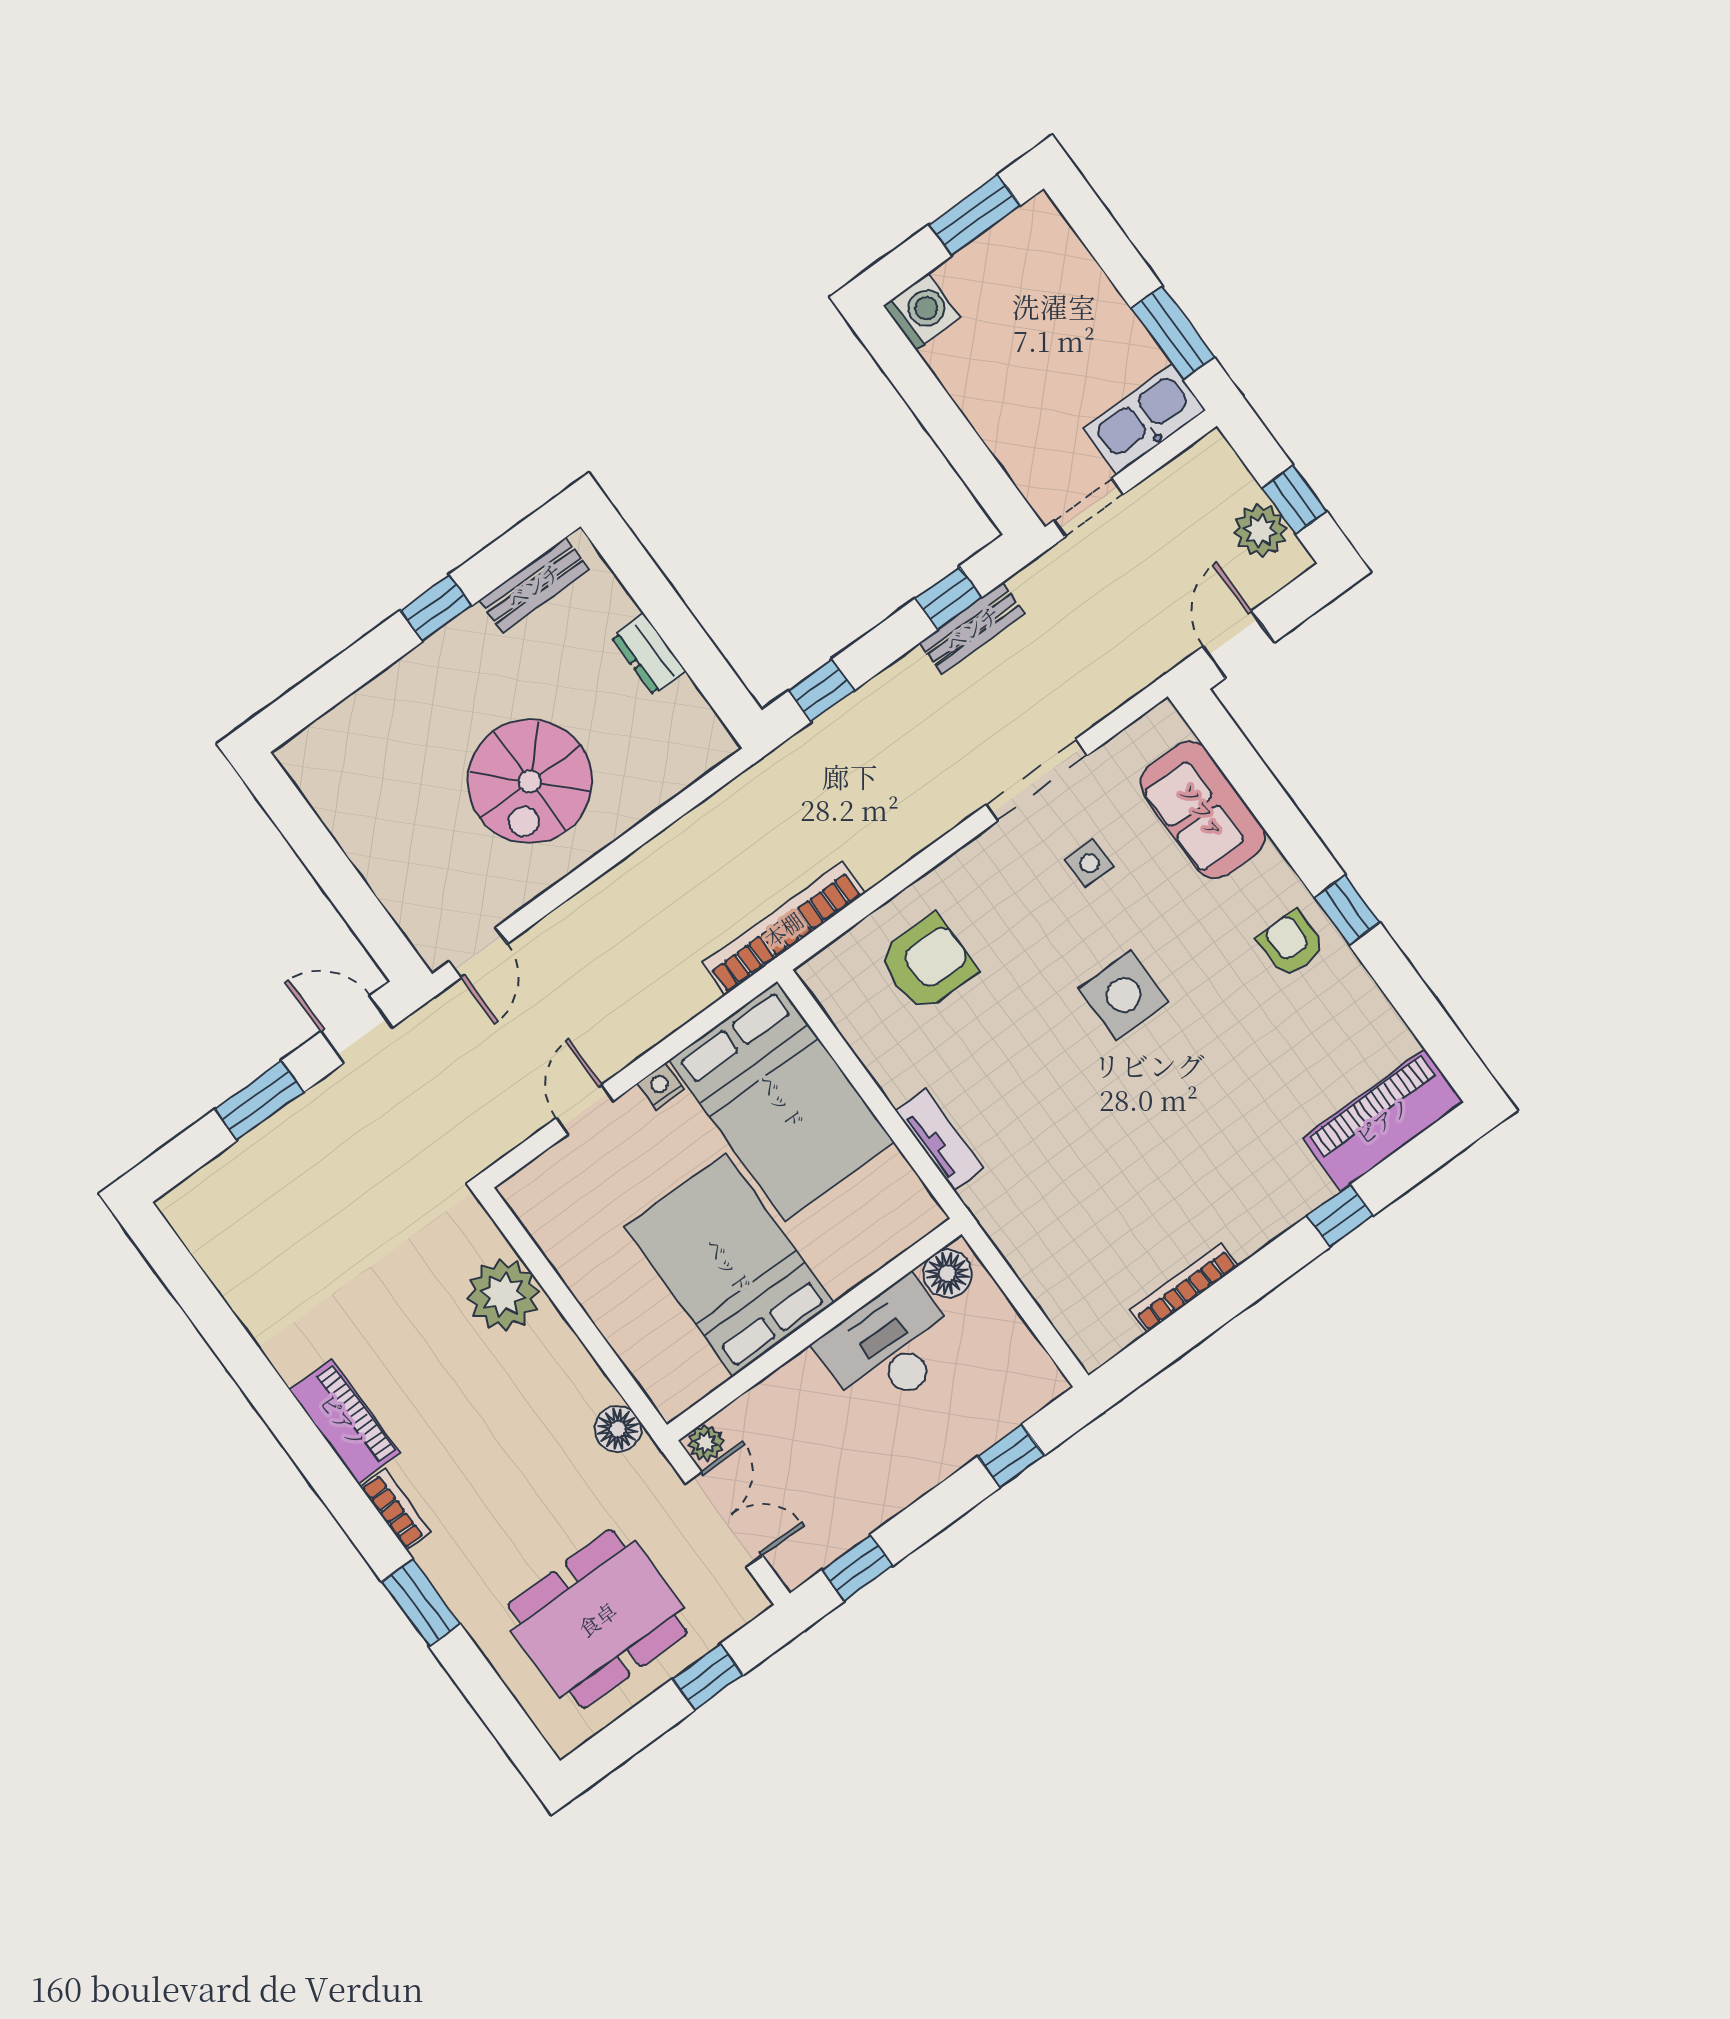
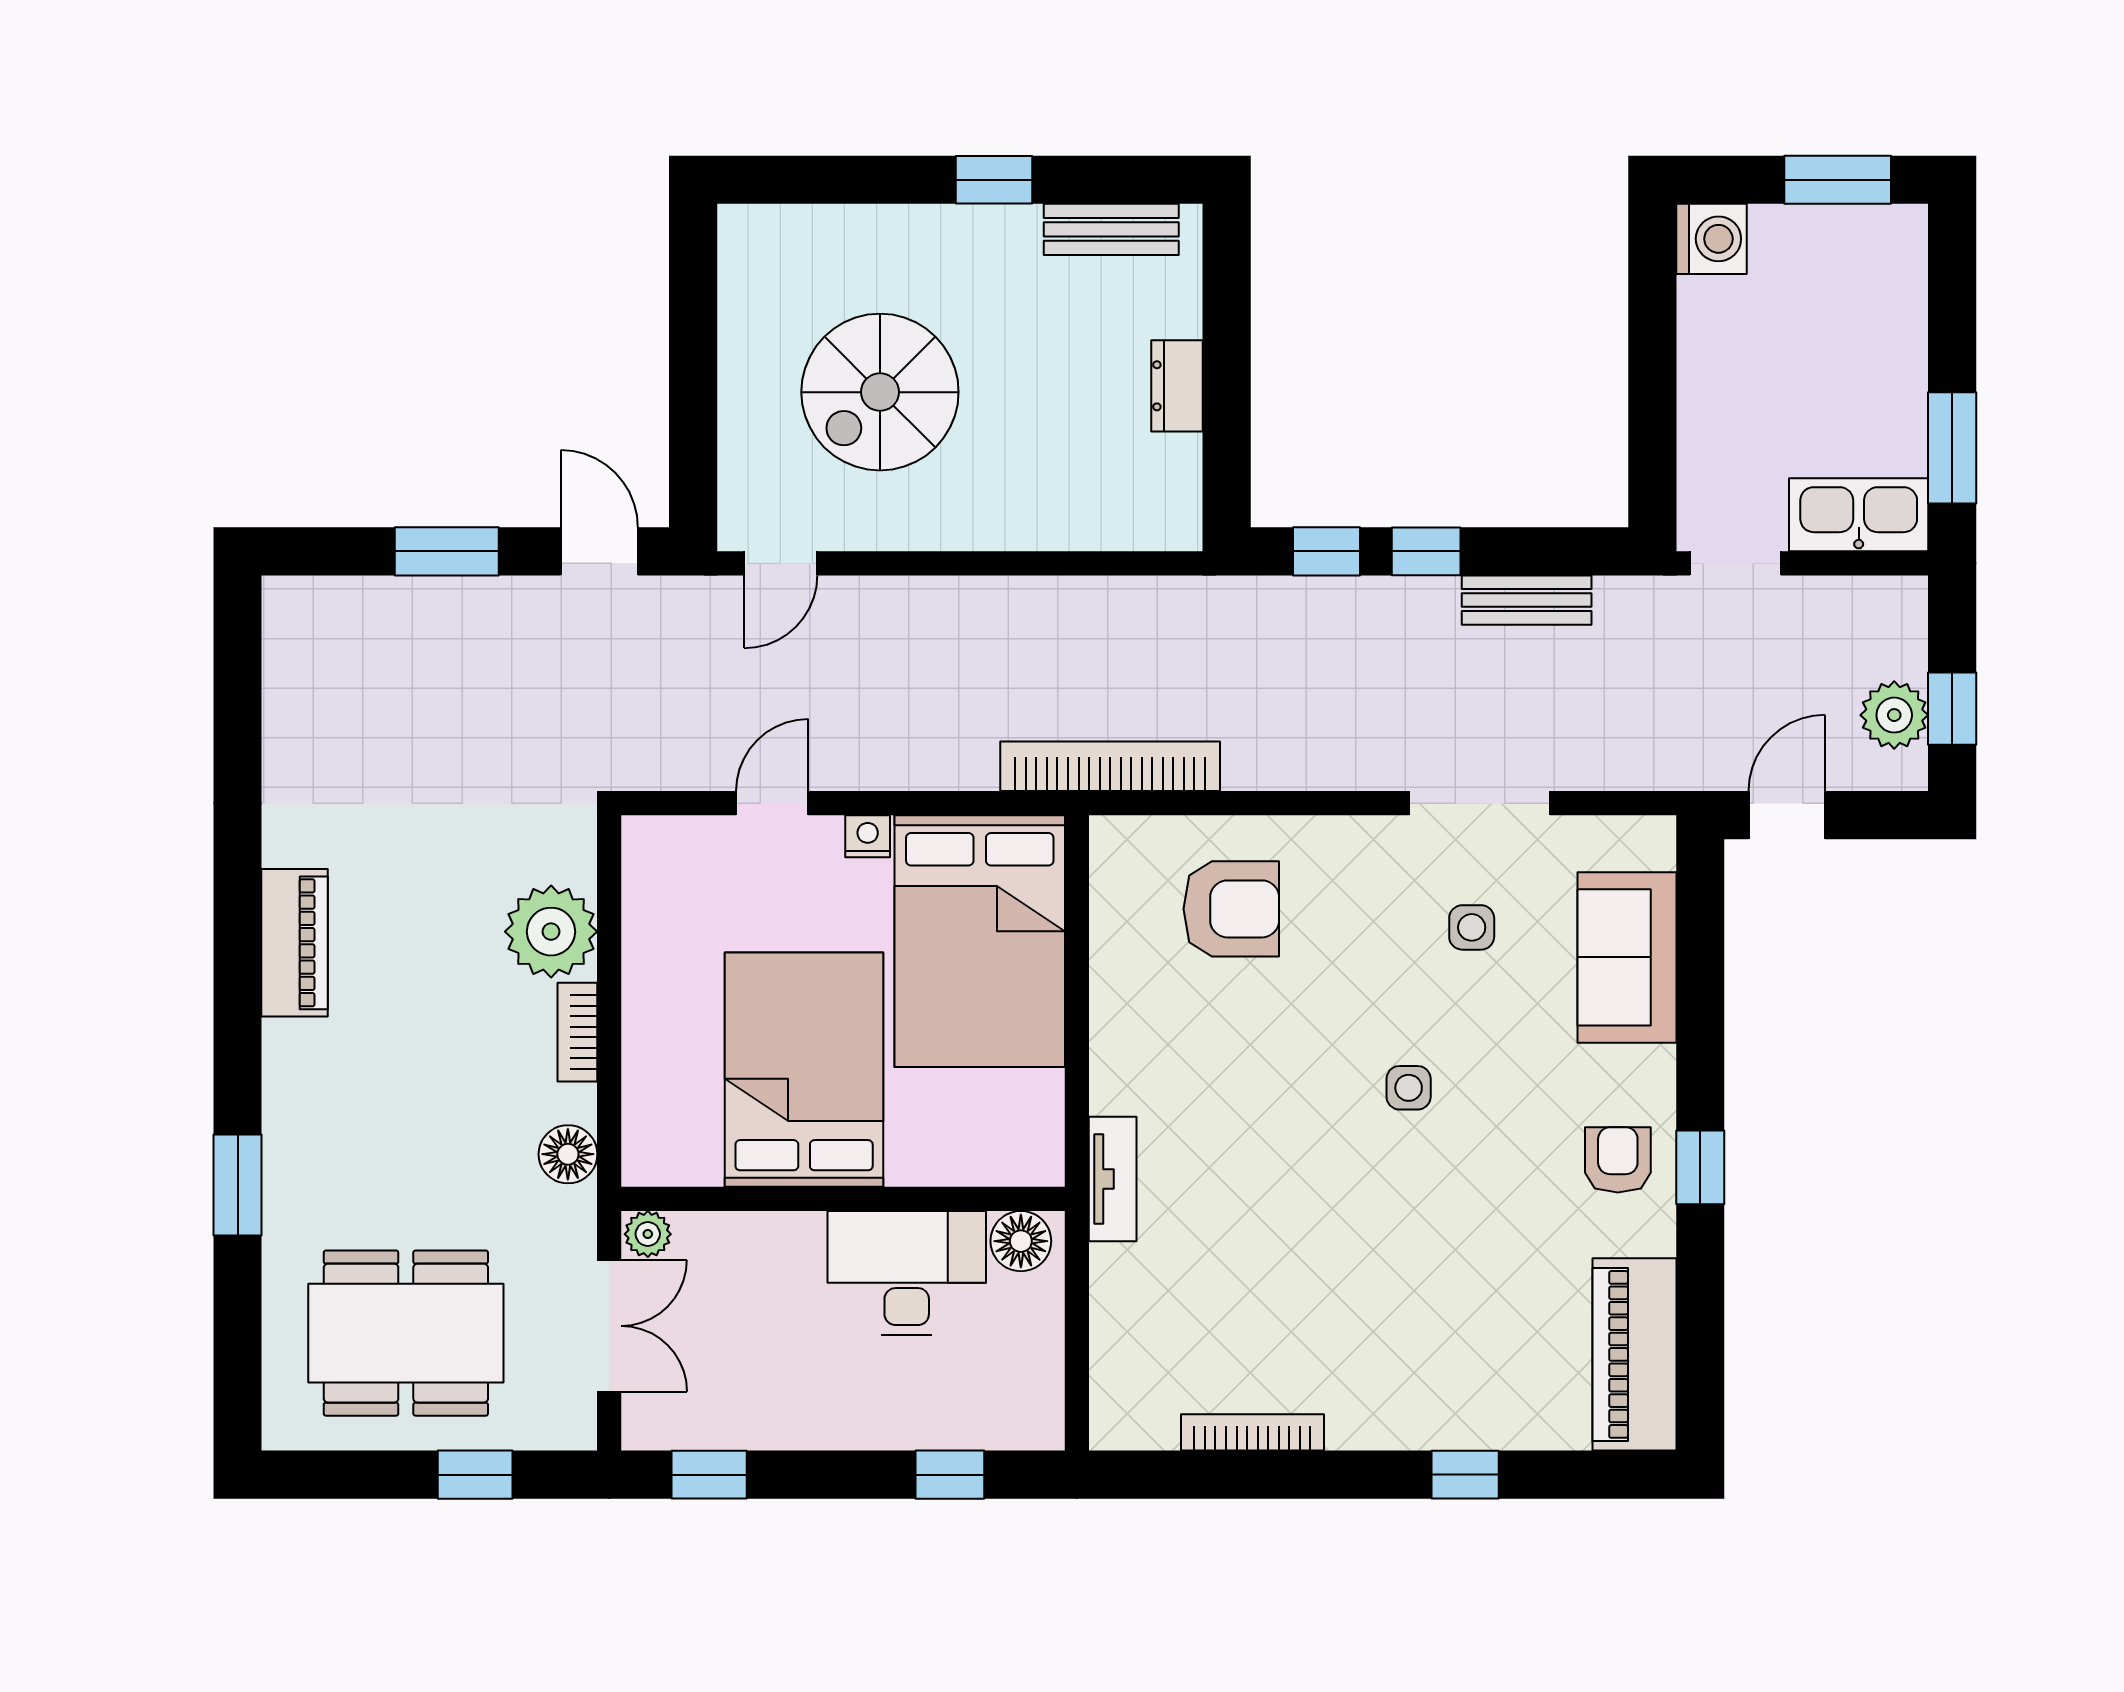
window: (949, 598) -> (1426, 551), moved
spiral stairs: (530, 781) -> (880, 392), moved
side table: (1124, 995) -> (1409, 1088), width x0.54, depth x0.54
piano: (1383, 1120) -> (1634, 1354), moved, turned -90
tv unit: (940, 1140) -> (1113, 1179), moved
bookcase: (396, 1509) -> (577, 1032), moved, turned 180

